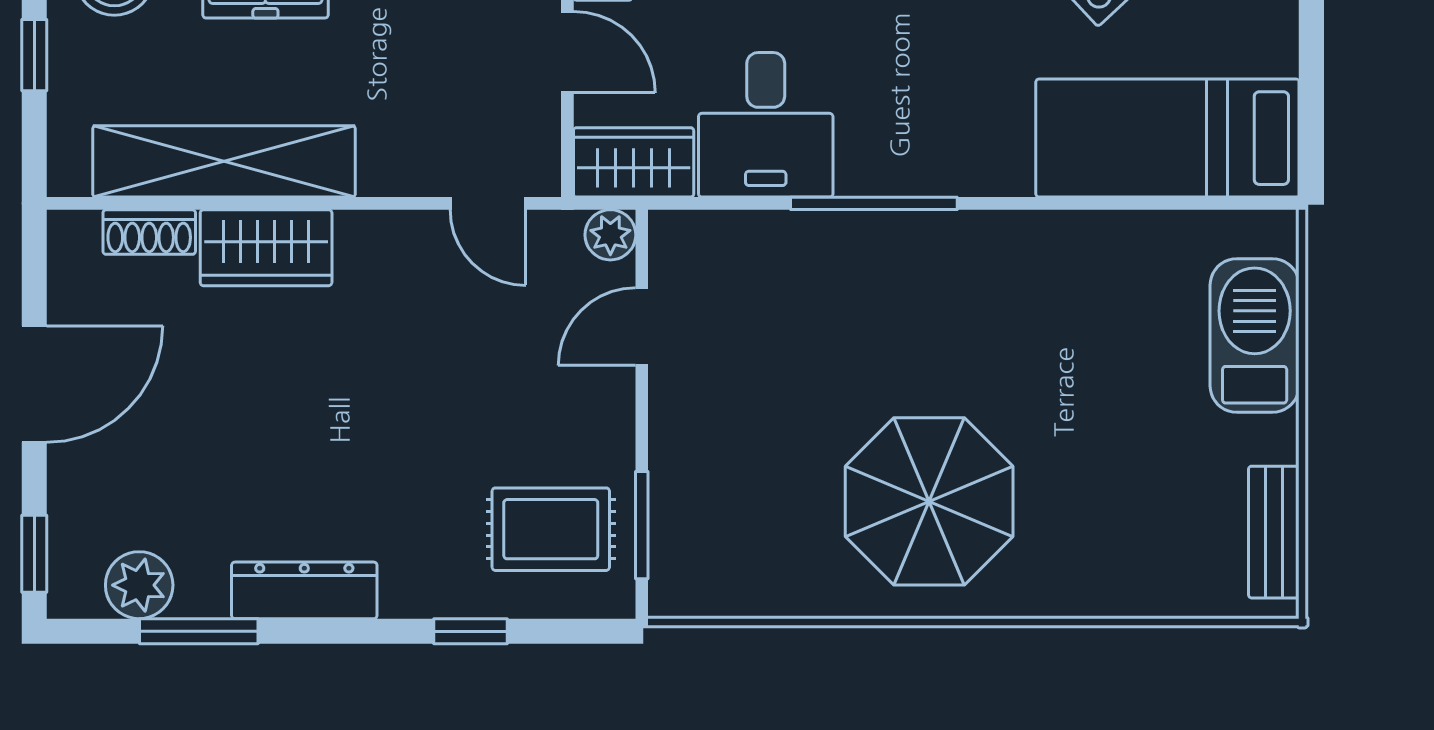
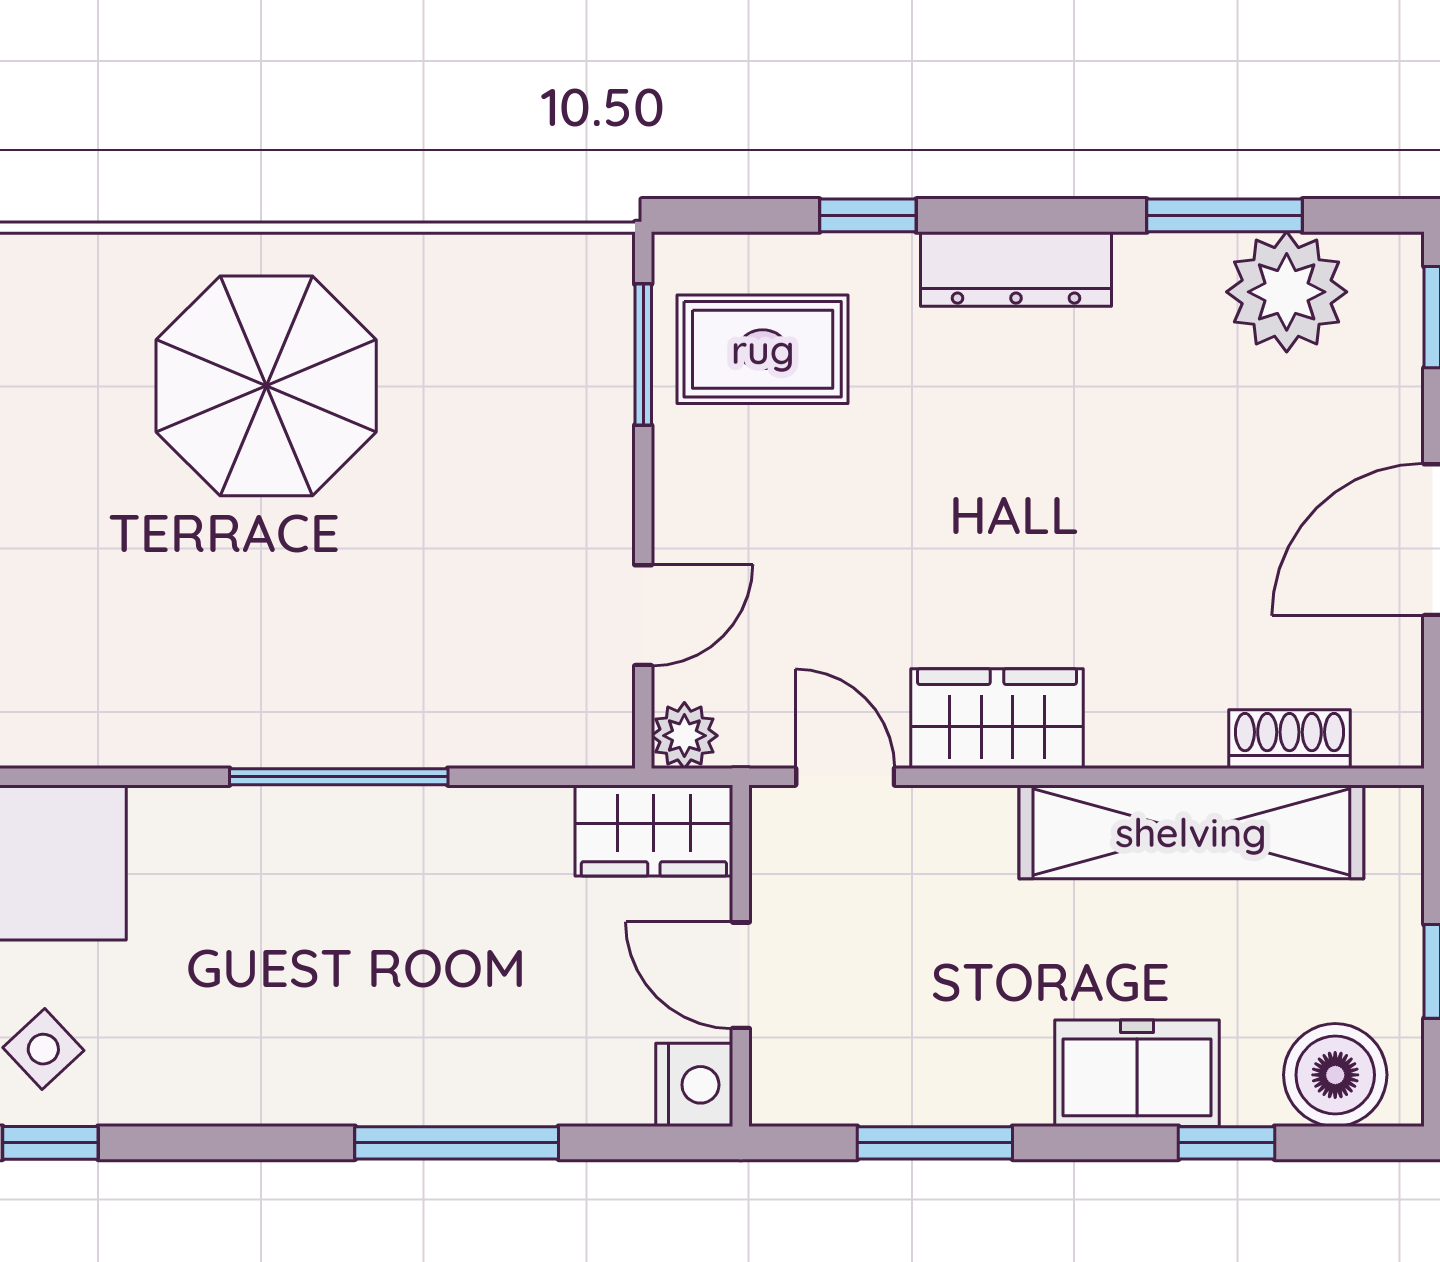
desk: (766, 125) -> (481, 880), removed
wardrobe: (266, 248) -> (997, 719), moved
plant: (139, 585) -> (1287, 292), width x1.36, depth x1.36
dresser: (304, 590) -> (1016, 269), moved

